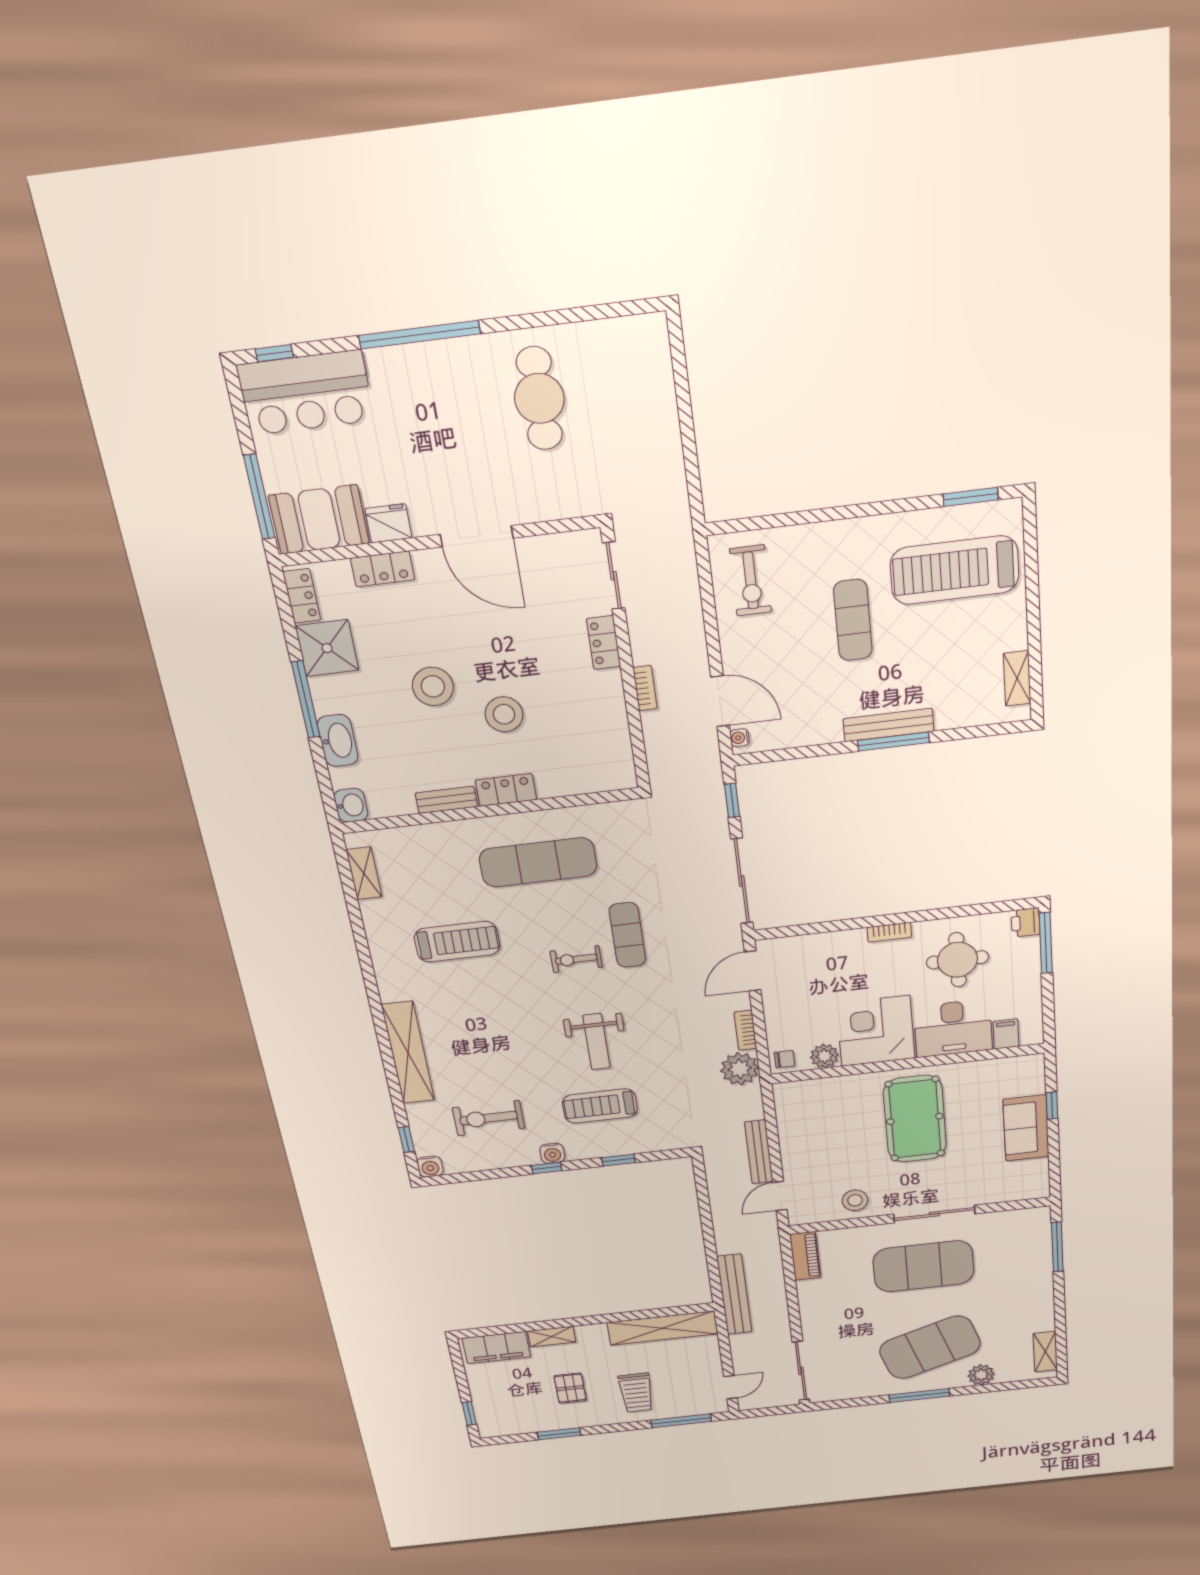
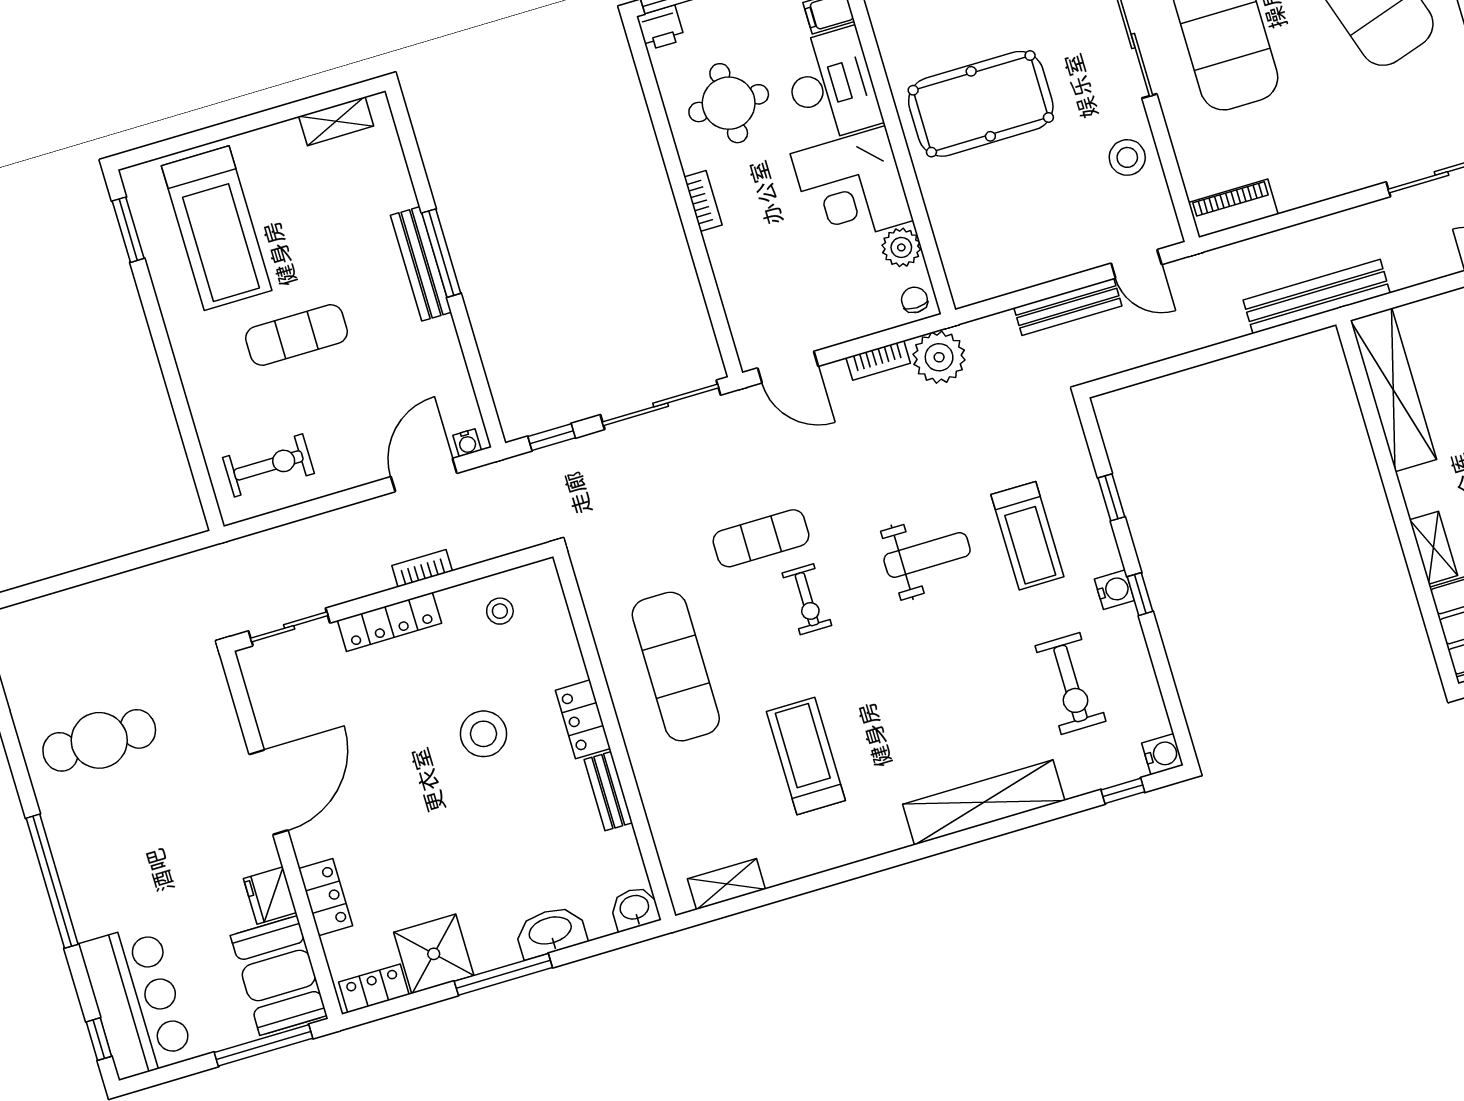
locker: (604, 643) -> (389, 622), width x1.53
stool: (433, 686) -> (500, 611), moved, width x0.53, depth x0.53

